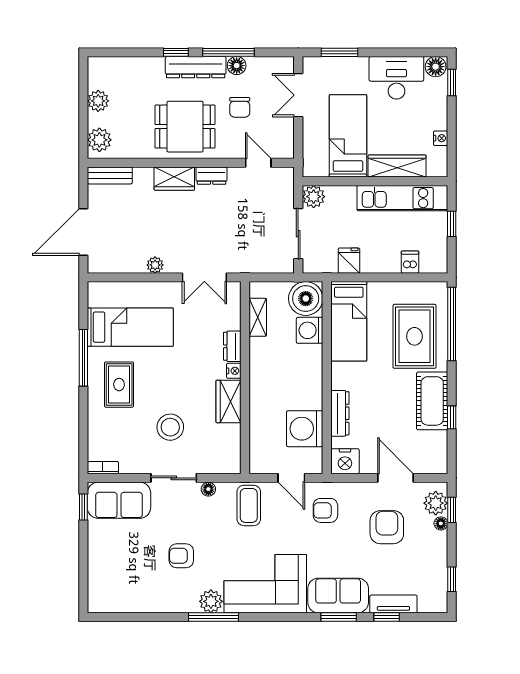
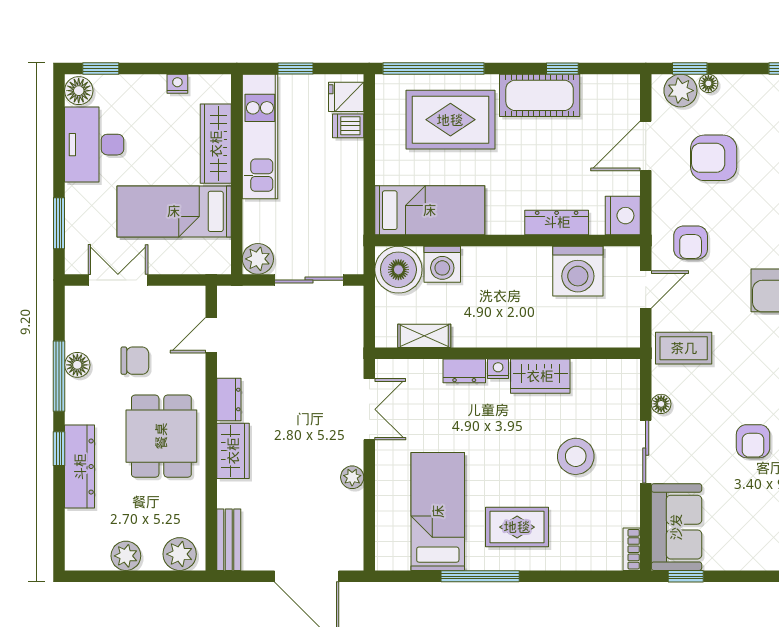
dresser: (196, 67) -> (80, 467), moved
double door: (298, 95) -> (118, 280), swing flipped
fridge: (349, 261) -> (346, 97), moved

